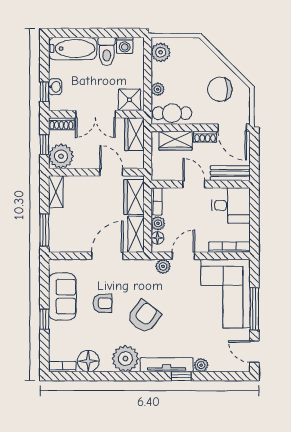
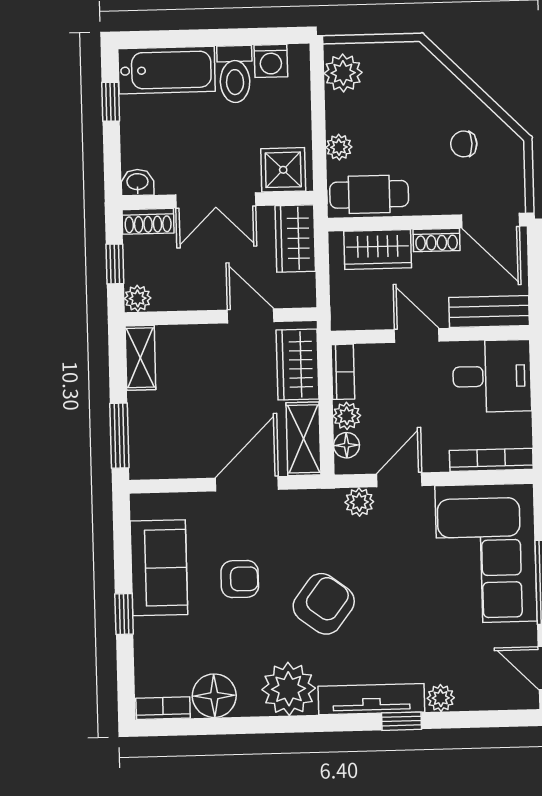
washbasin: (55, 87) -> (137, 182), moved, turned -90
chair: (220, 89) -> (464, 144), width x0.54, depth x0.54
window: (44, 92) -> (111, 102), moved
plant: (61, 156) -> (138, 298), width x0.53, depth x0.53

